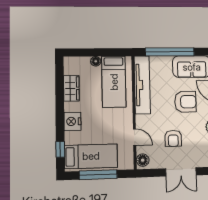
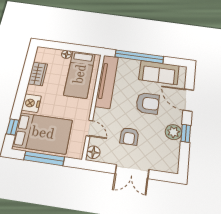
bed: (91, 156) -> (43, 133), width x1.50

